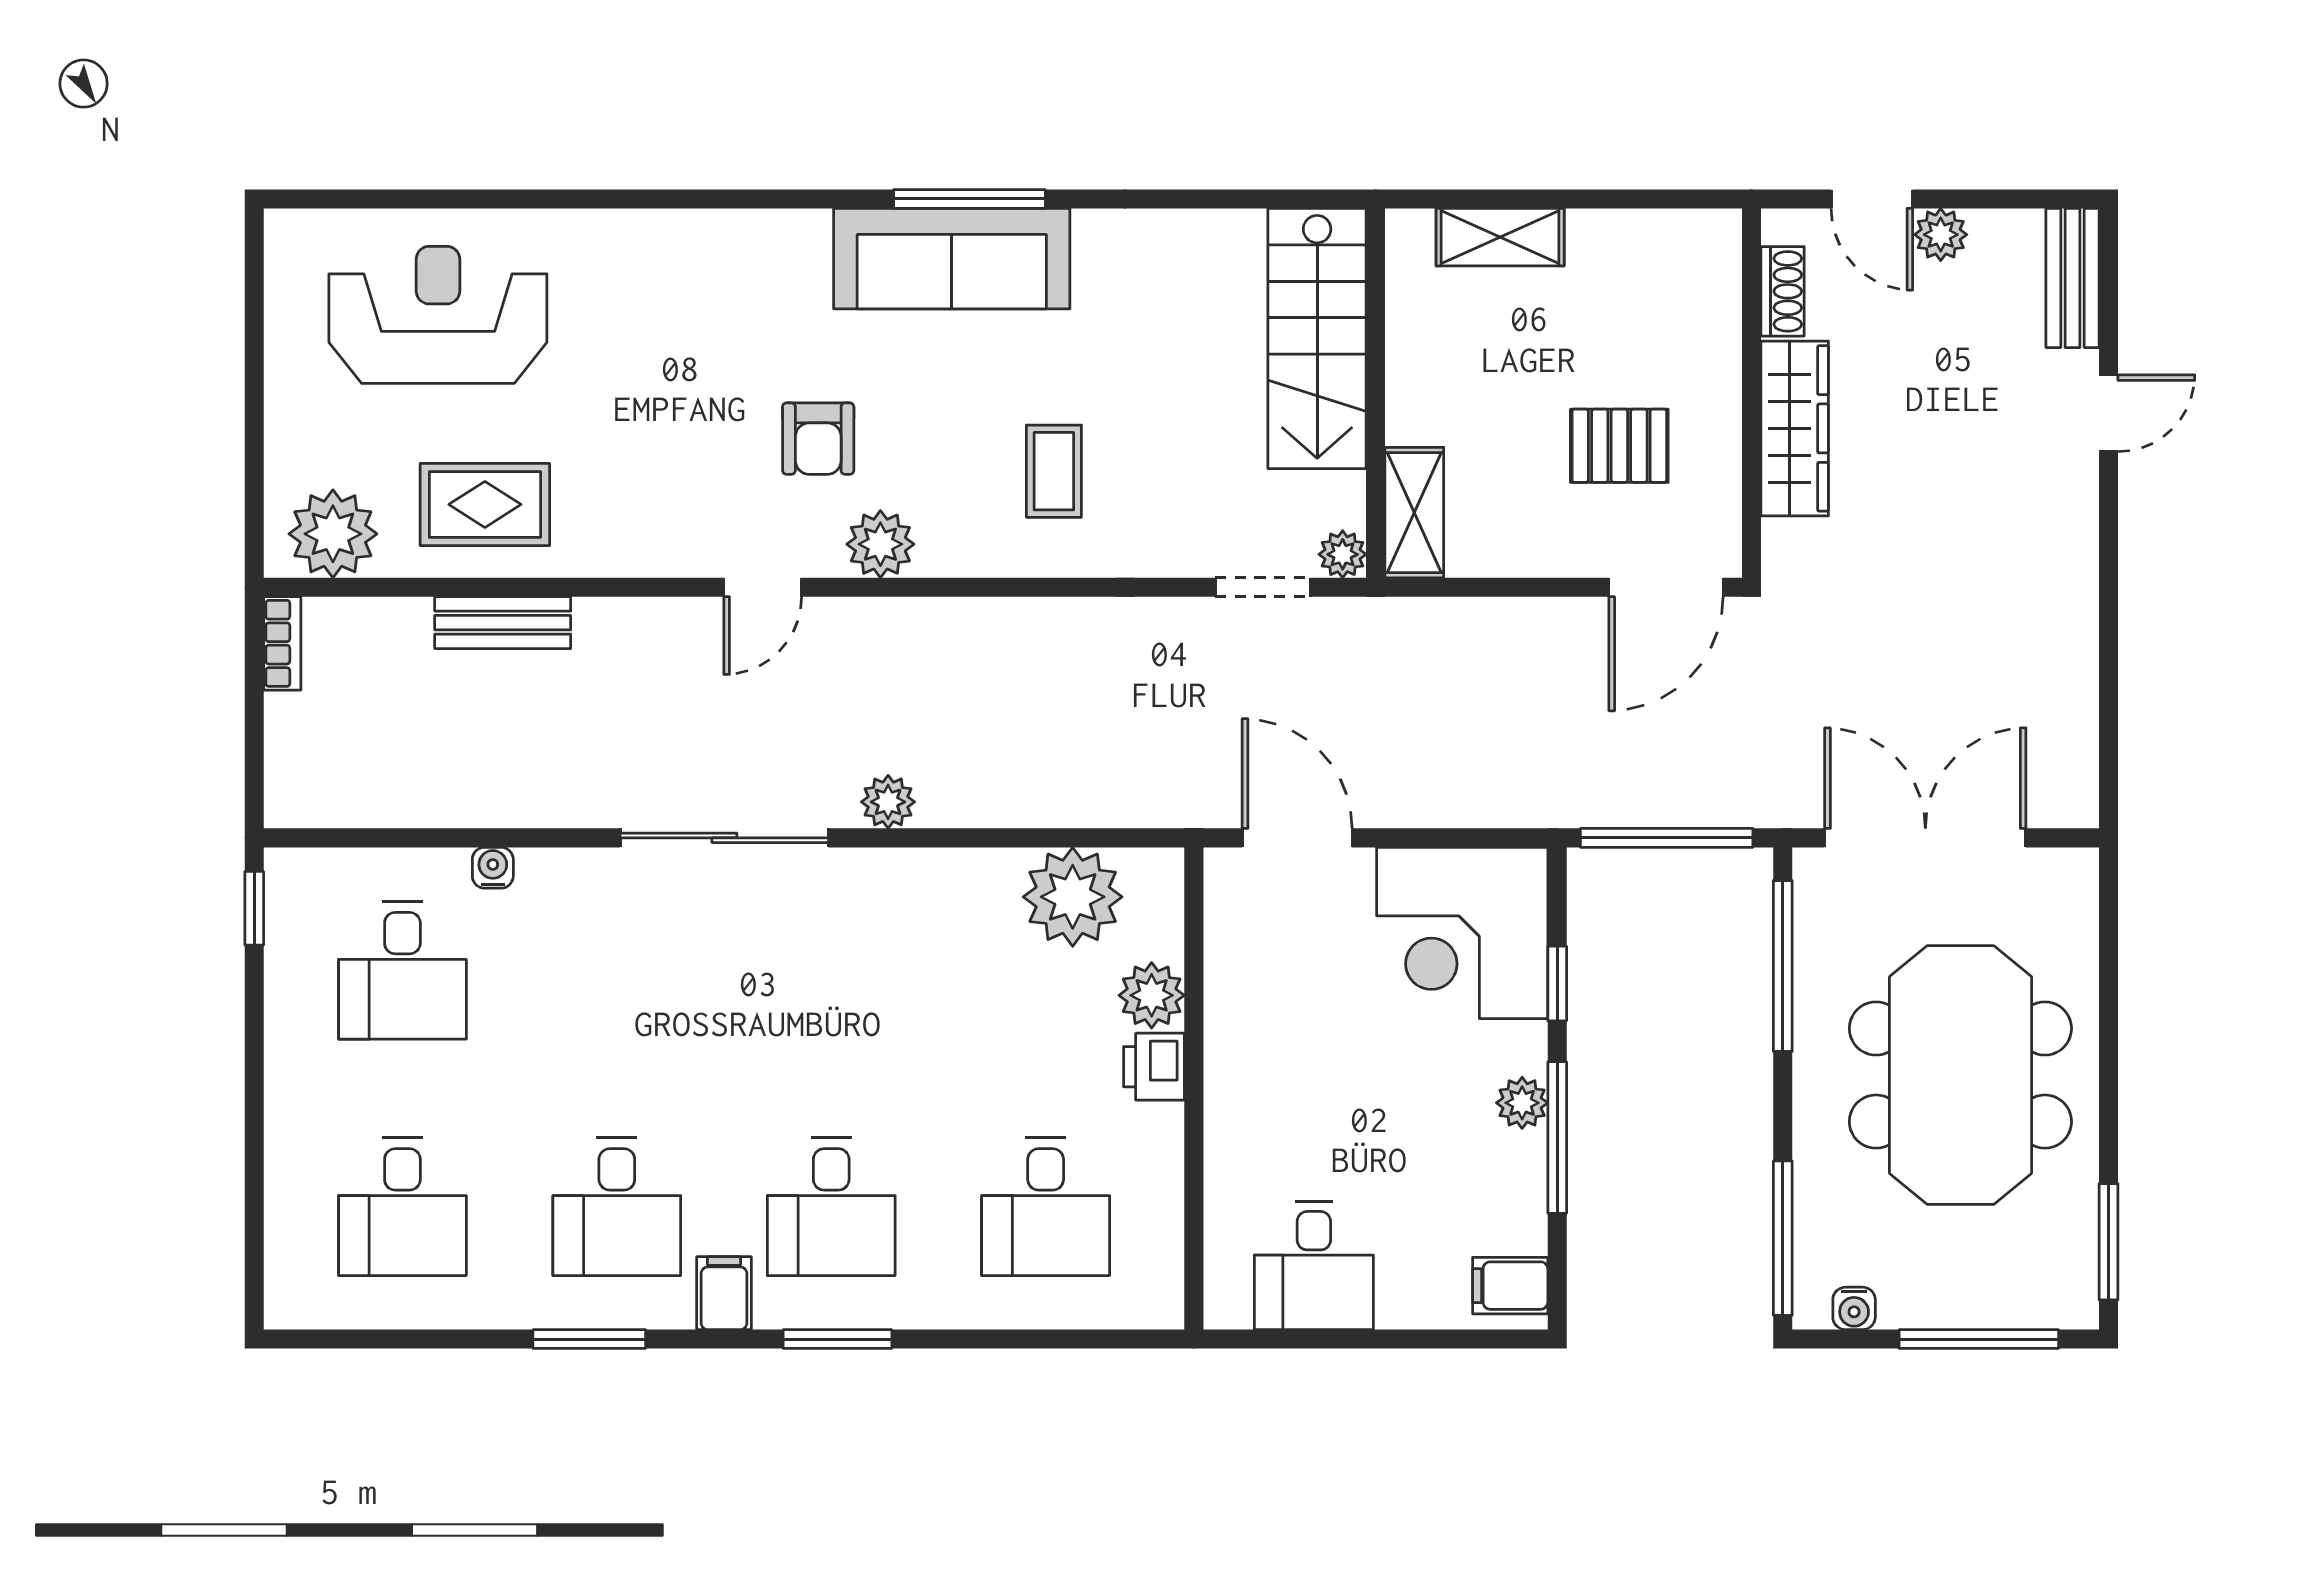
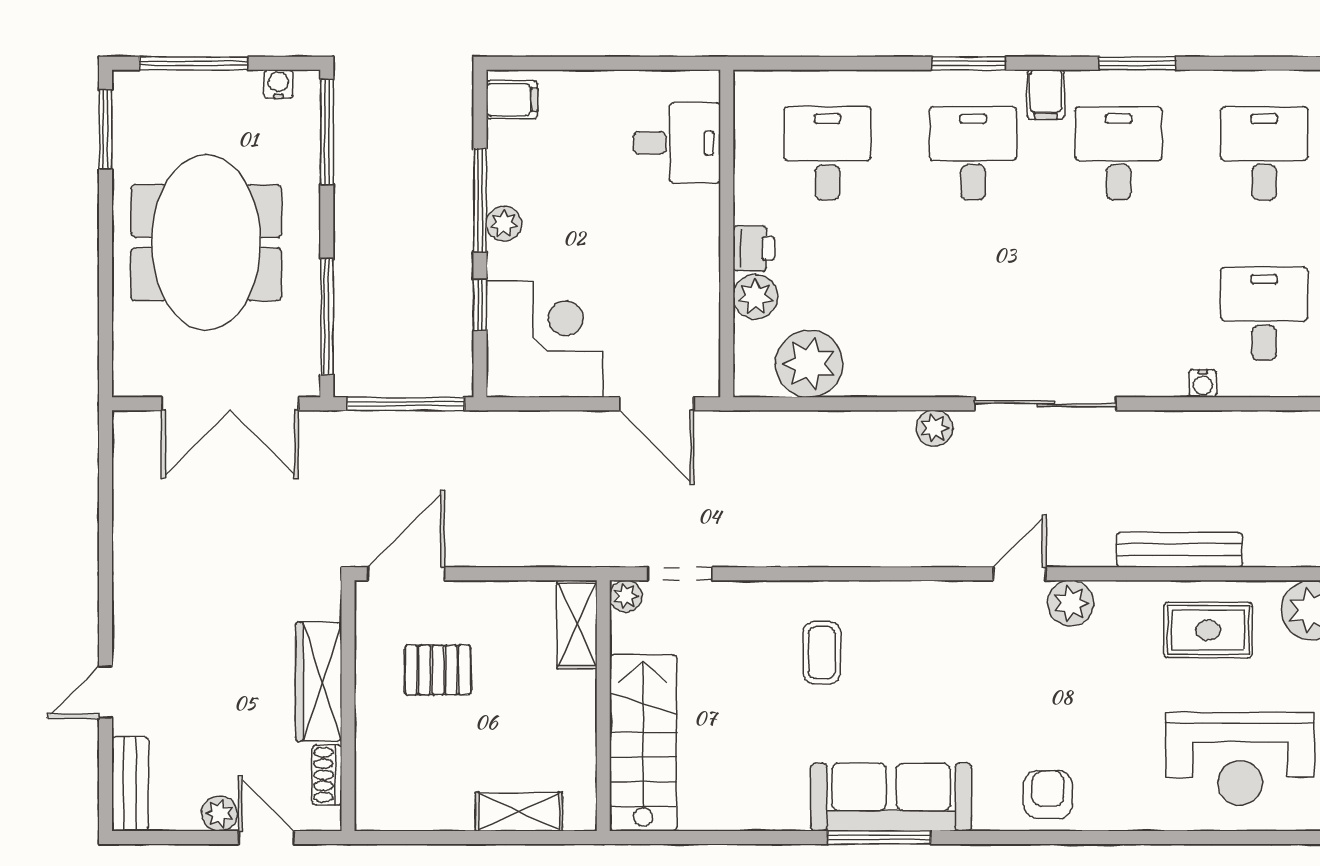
armchair: (818, 439) -> (1048, 795), moved
plant: (880, 544) -> (1071, 603), moved
bench: (503, 623) -> (1179, 550), width x1.36
desk: (1314, 1265) -> (677, 143), moved, turned 90

